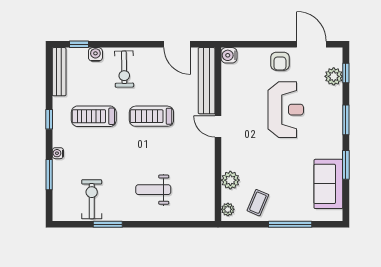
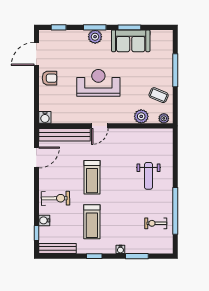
plant: (334, 76) -> (95, 37), moved
reception desk: (286, 110) -> (98, 83), moved
sofa: (328, 184) -> (131, 41), moved
exercise bike: (92, 199) -> (156, 223), width x0.73, depth x0.72
window: (108, 224) -> (175, 211), width x2.11

